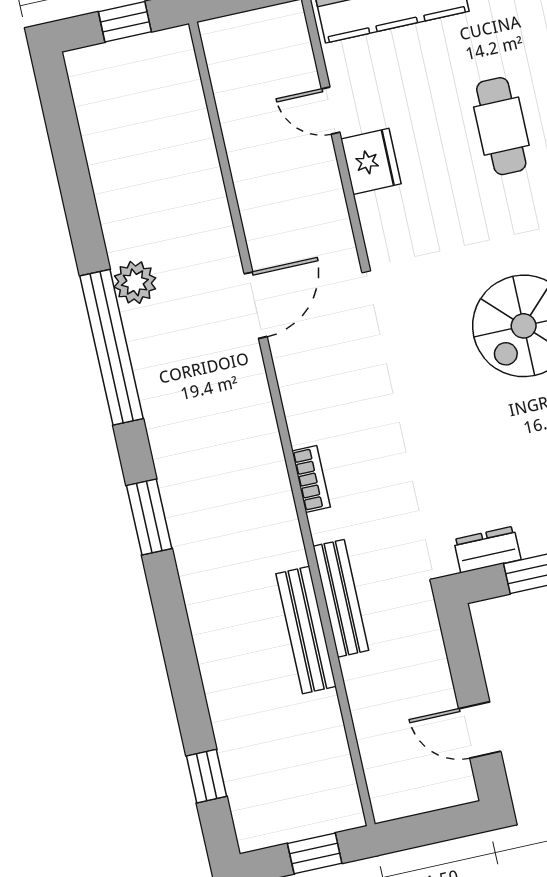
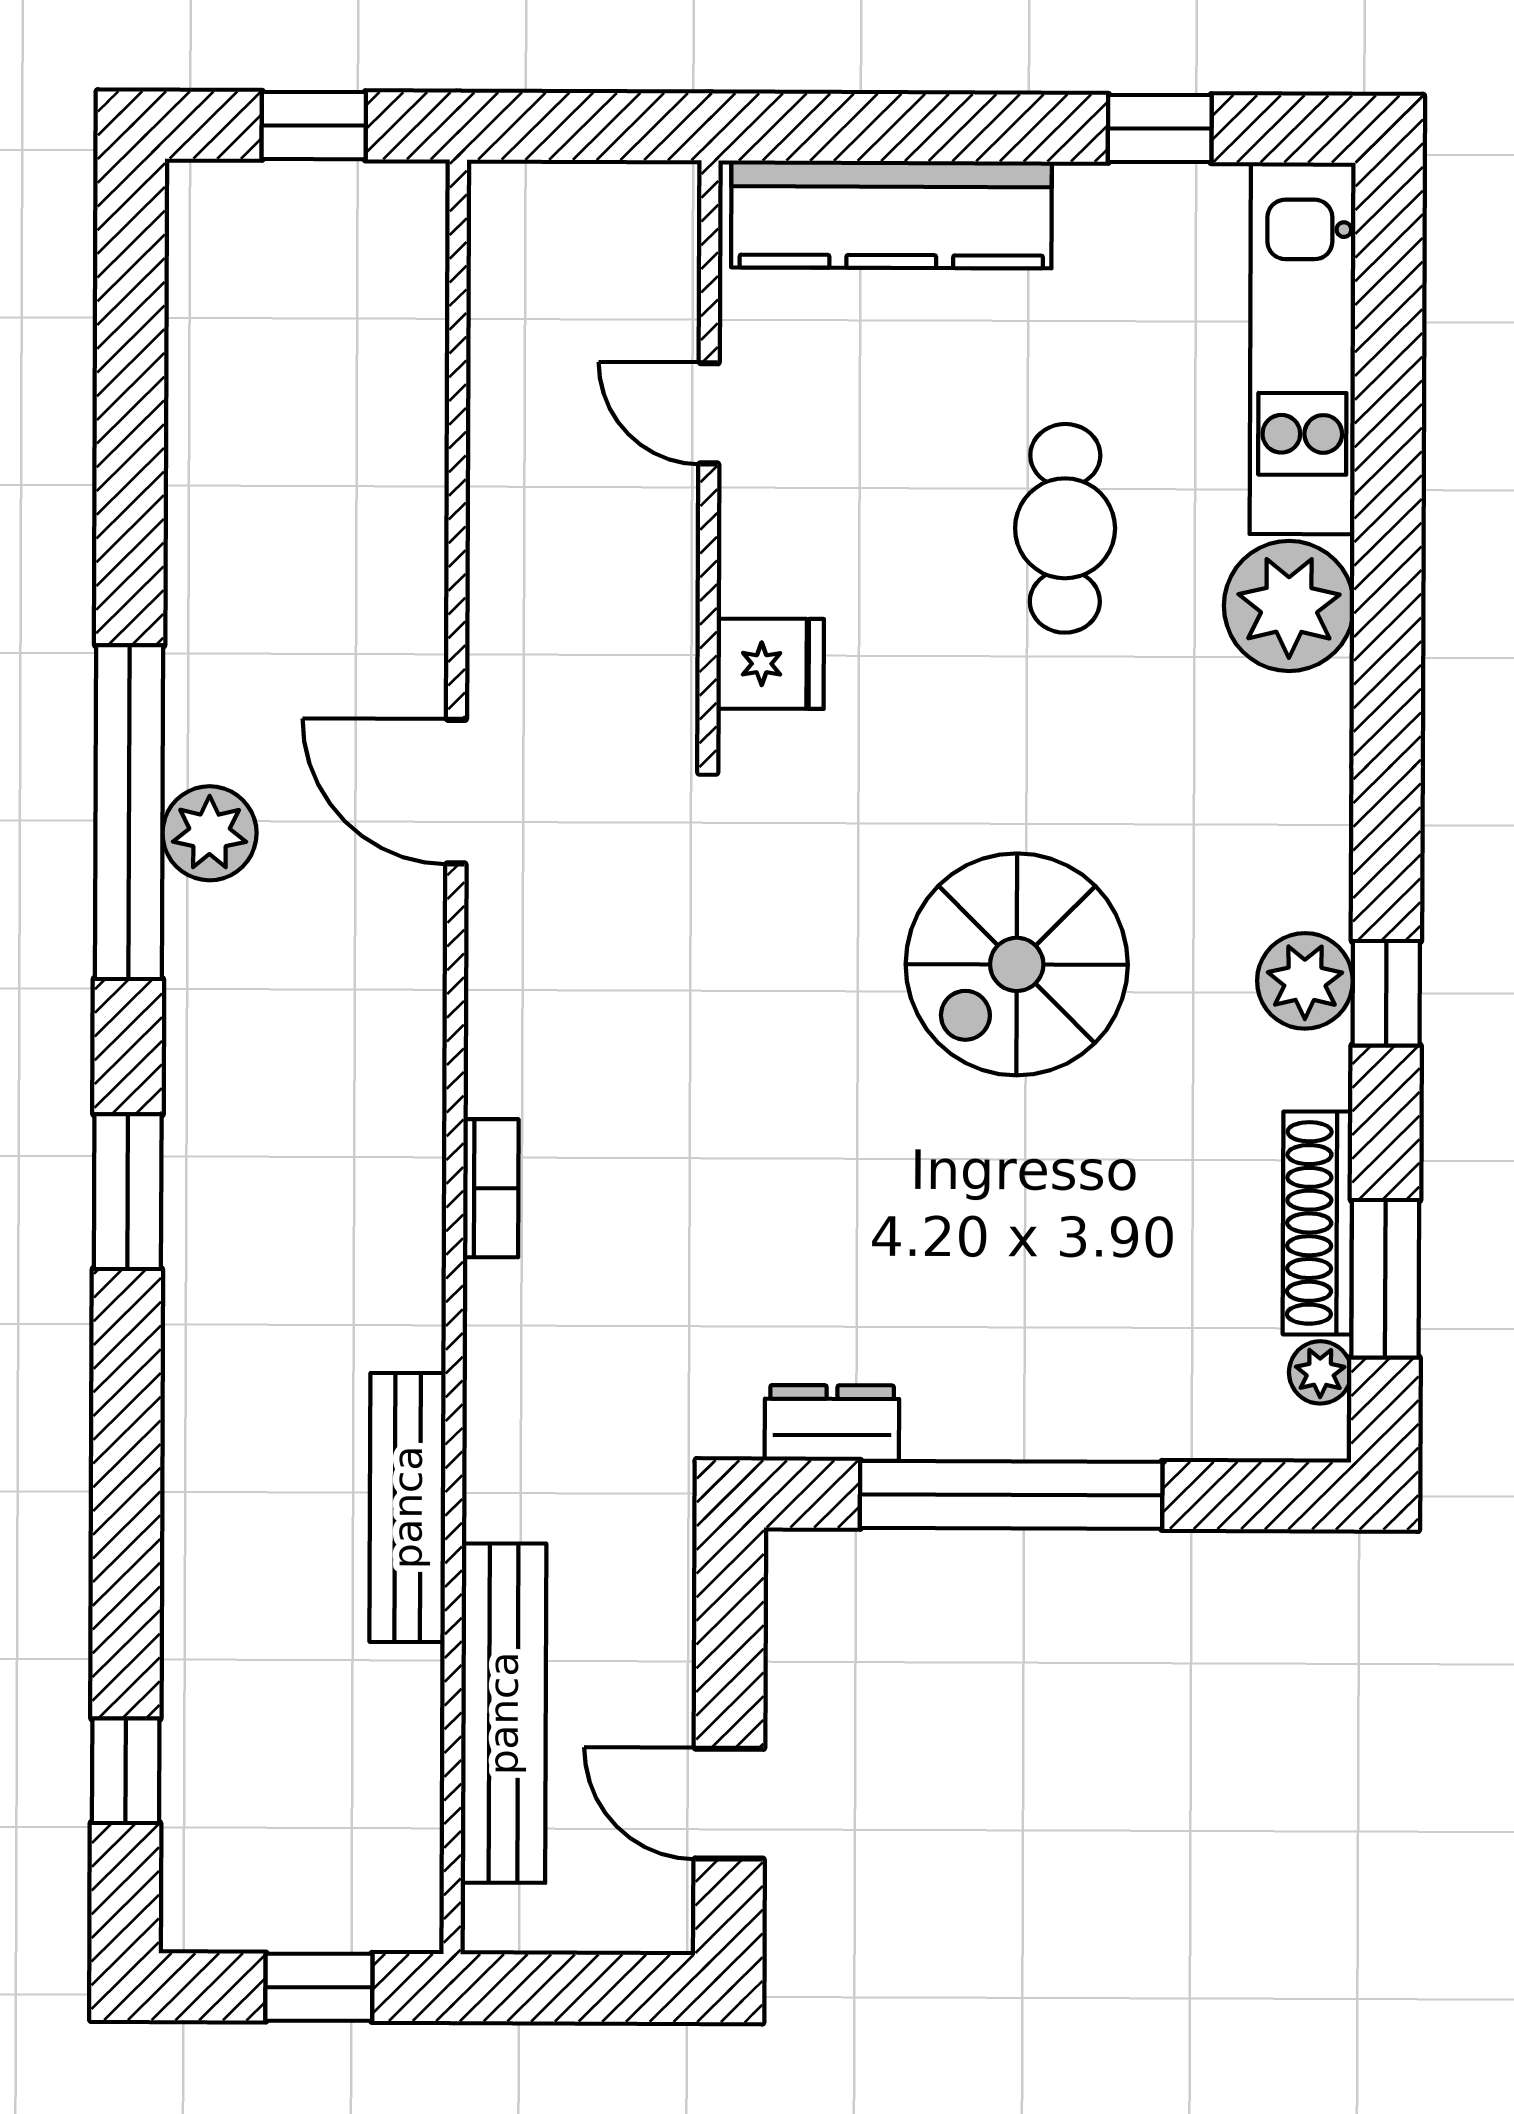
fridge: (371, 161) -> (770, 664), moved, width x0.72
plant: (135, 282) -> (210, 833), moved
door: (256, 305) -> (456, 792), swing flipped
bench: (341, 598) -> (504, 1713), moved, width x1.37, depth x1.21

